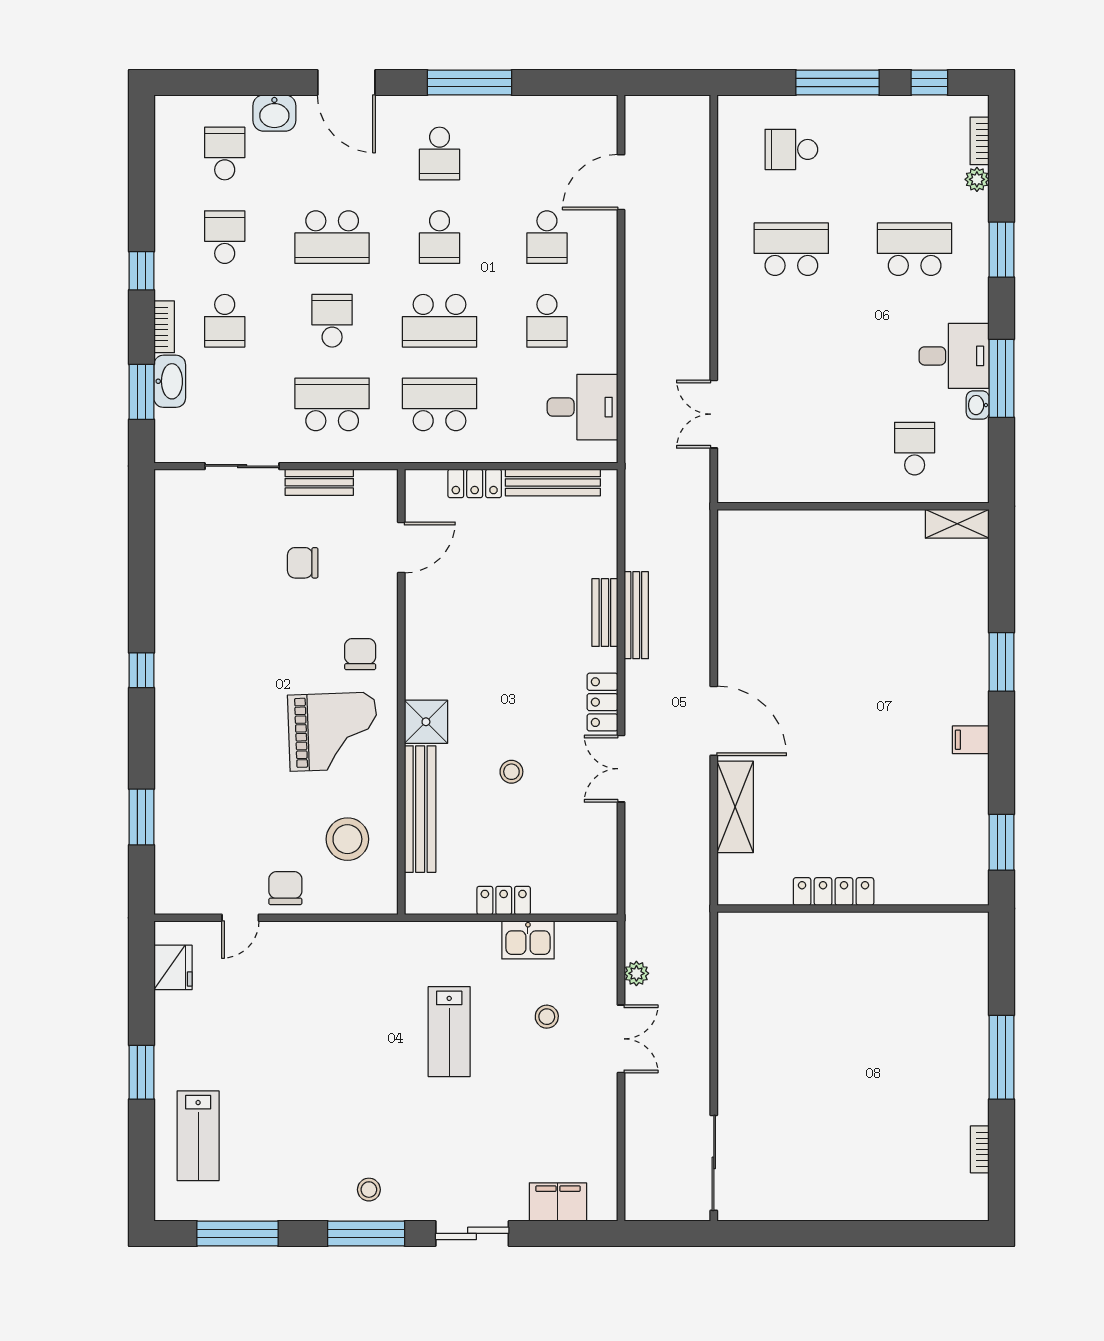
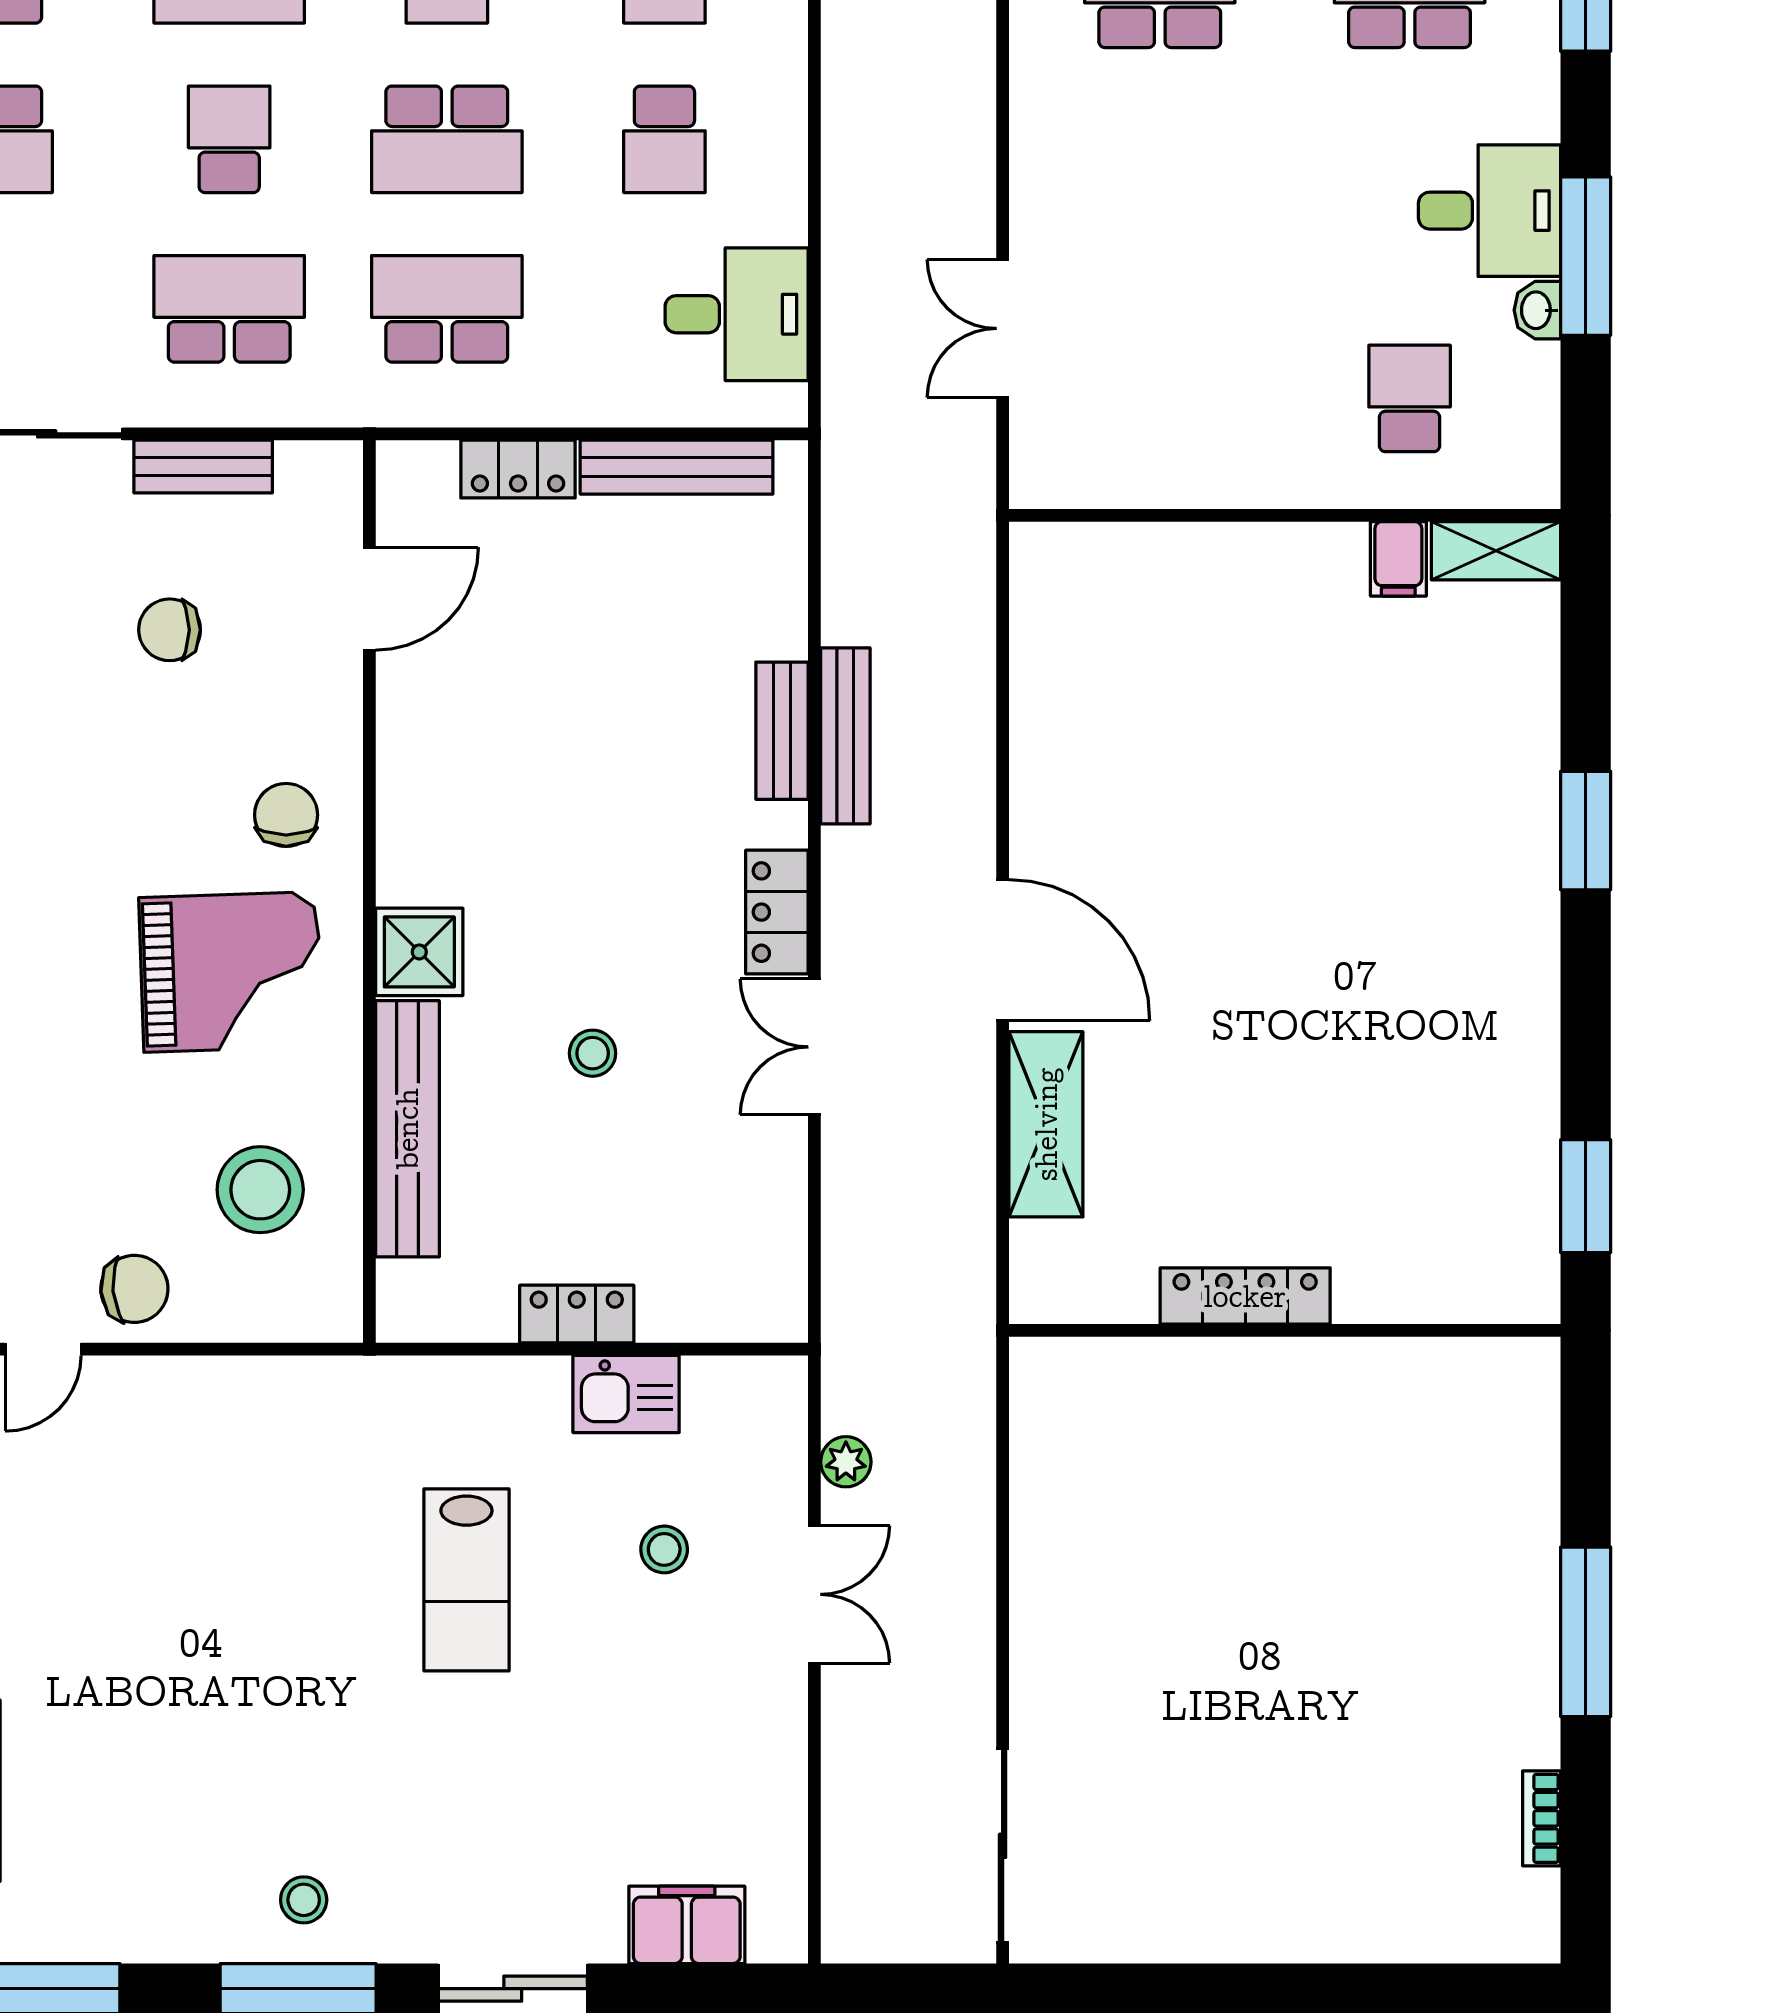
filing cabinet: (971, 740) -> (1398, 559), moved, turned -90
chair: (285, 888) -> (134, 1289), turned 85

